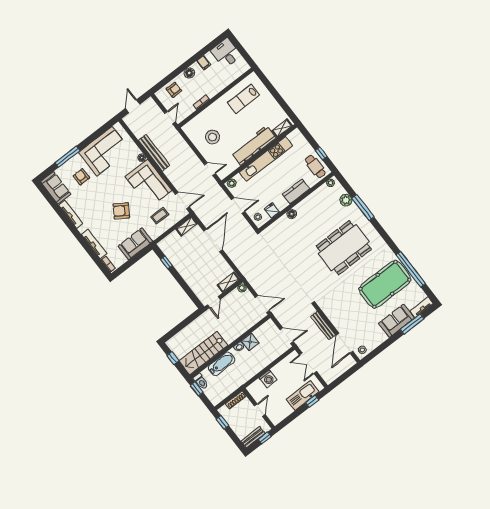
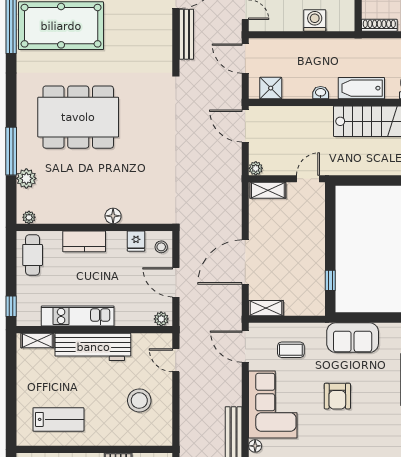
window: (321, 153) -> (11, 306), moved
kitchen unit: (266, 159) -> (78, 316), width x0.73
armchair: (121, 211) -> (337, 396), turned 57
shower: (250, 342) -> (271, 88), moved

